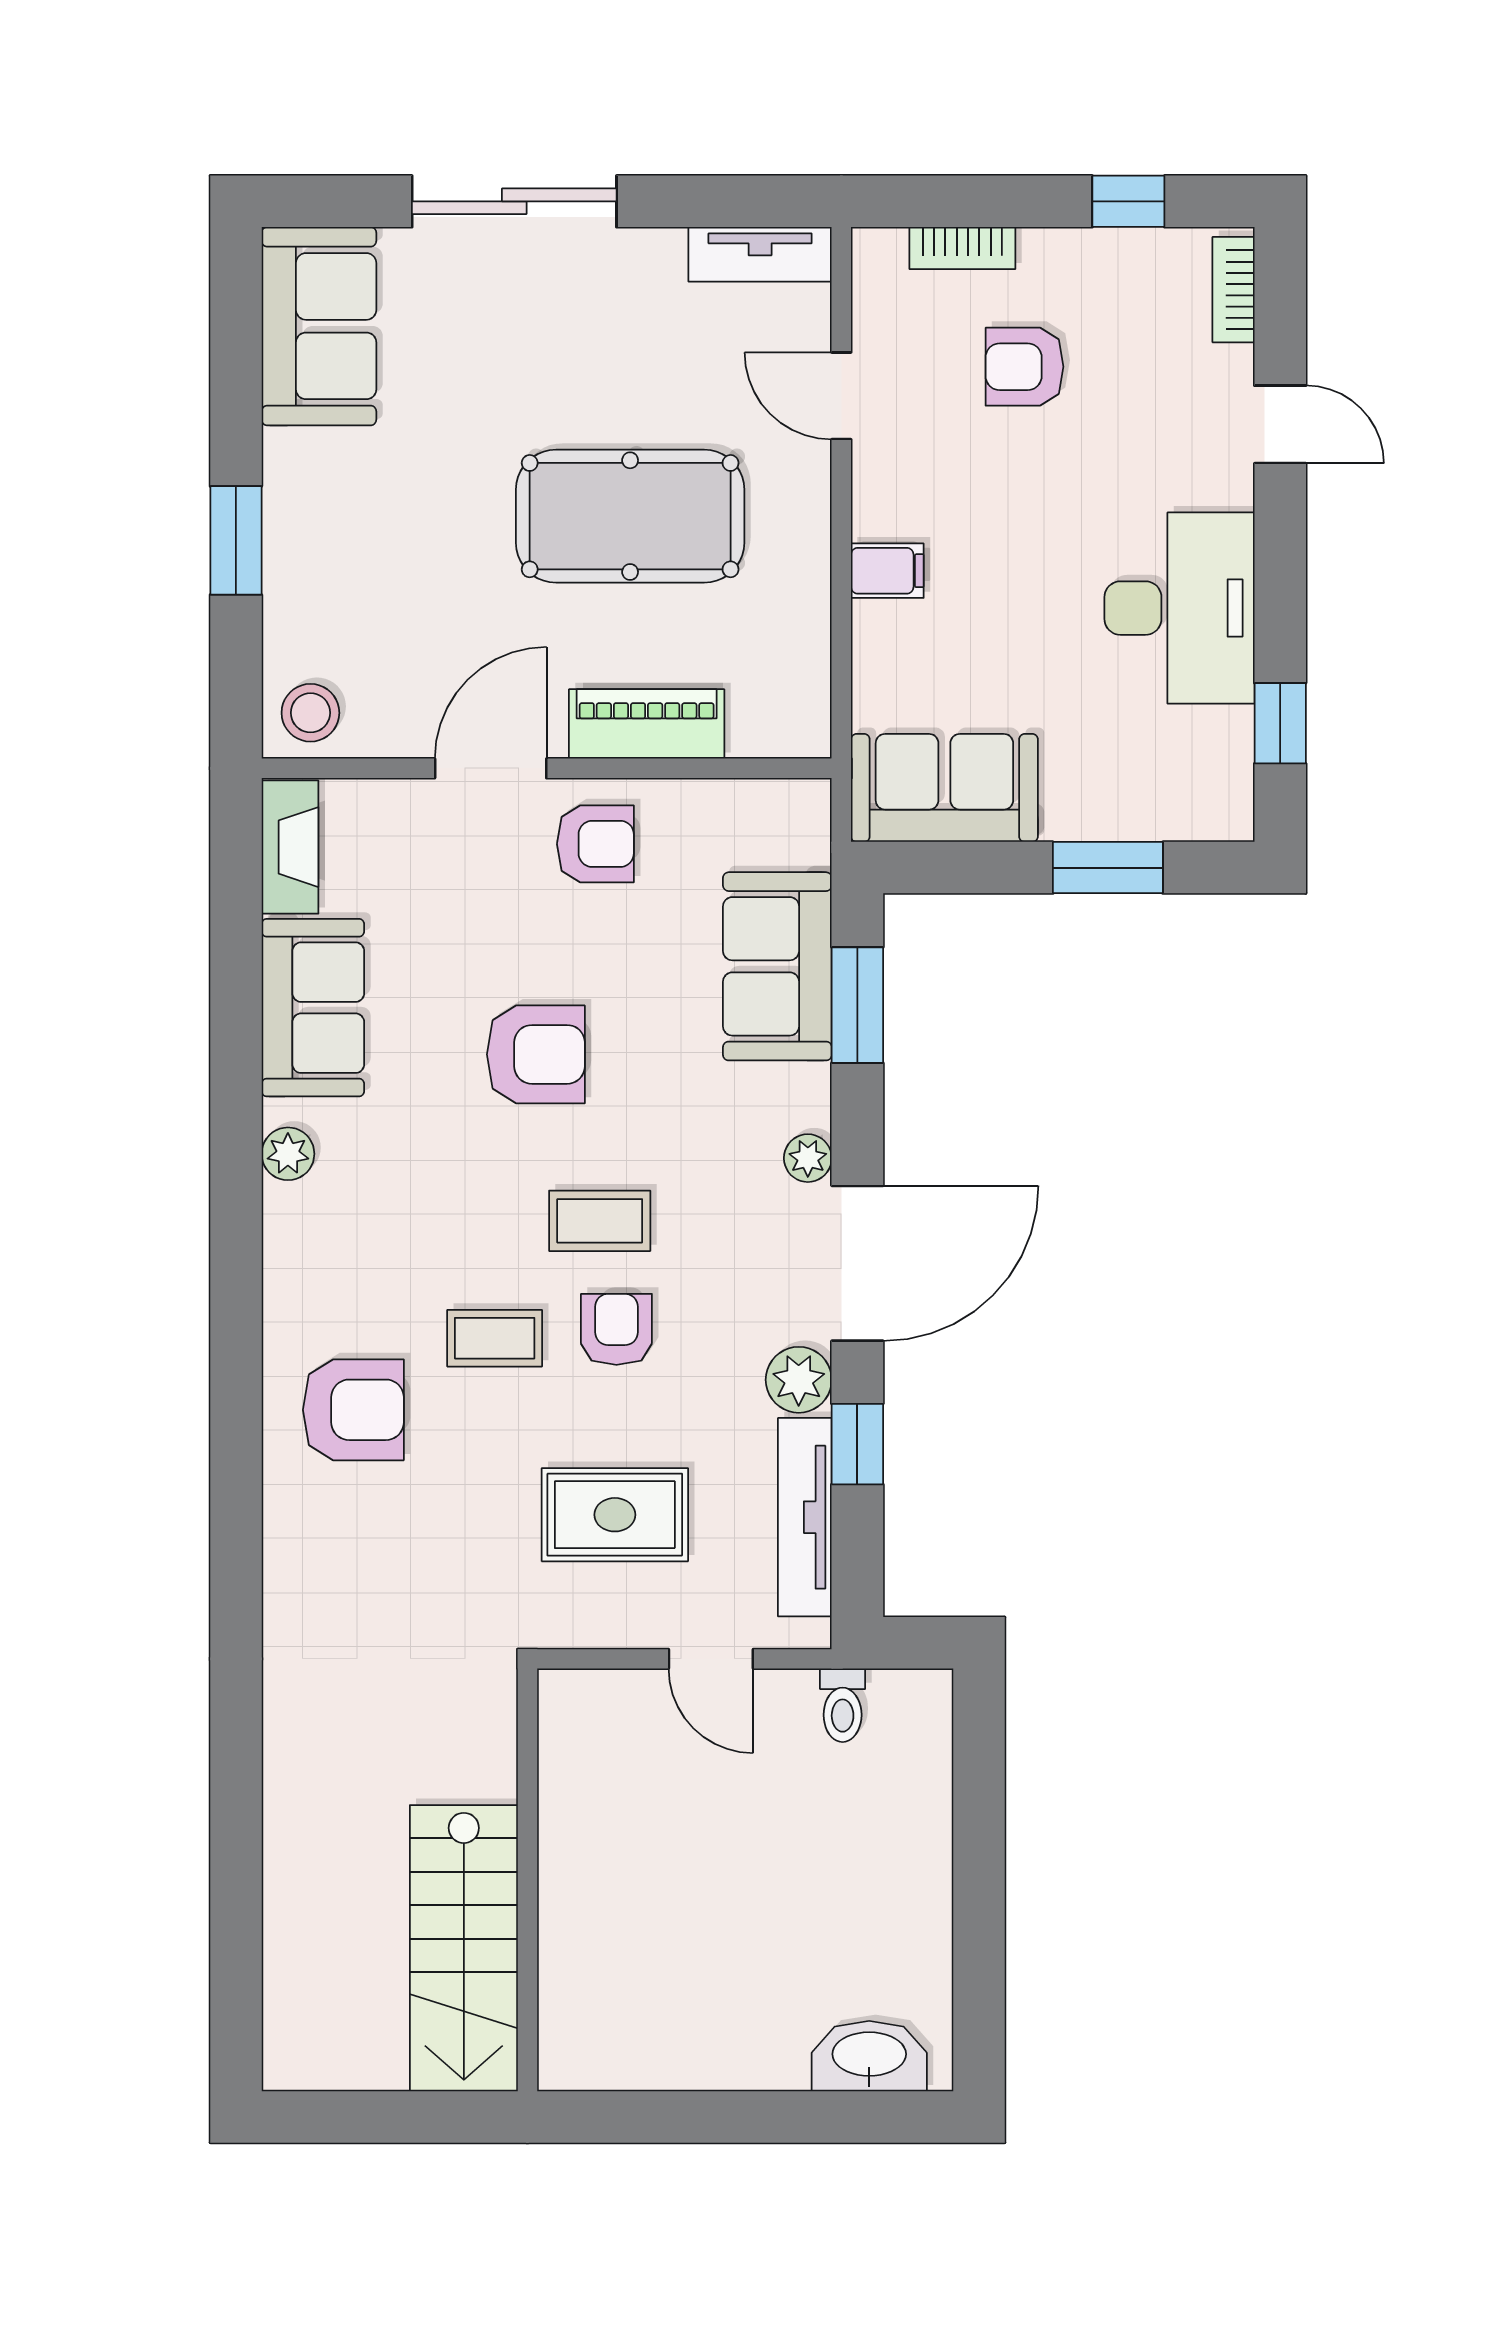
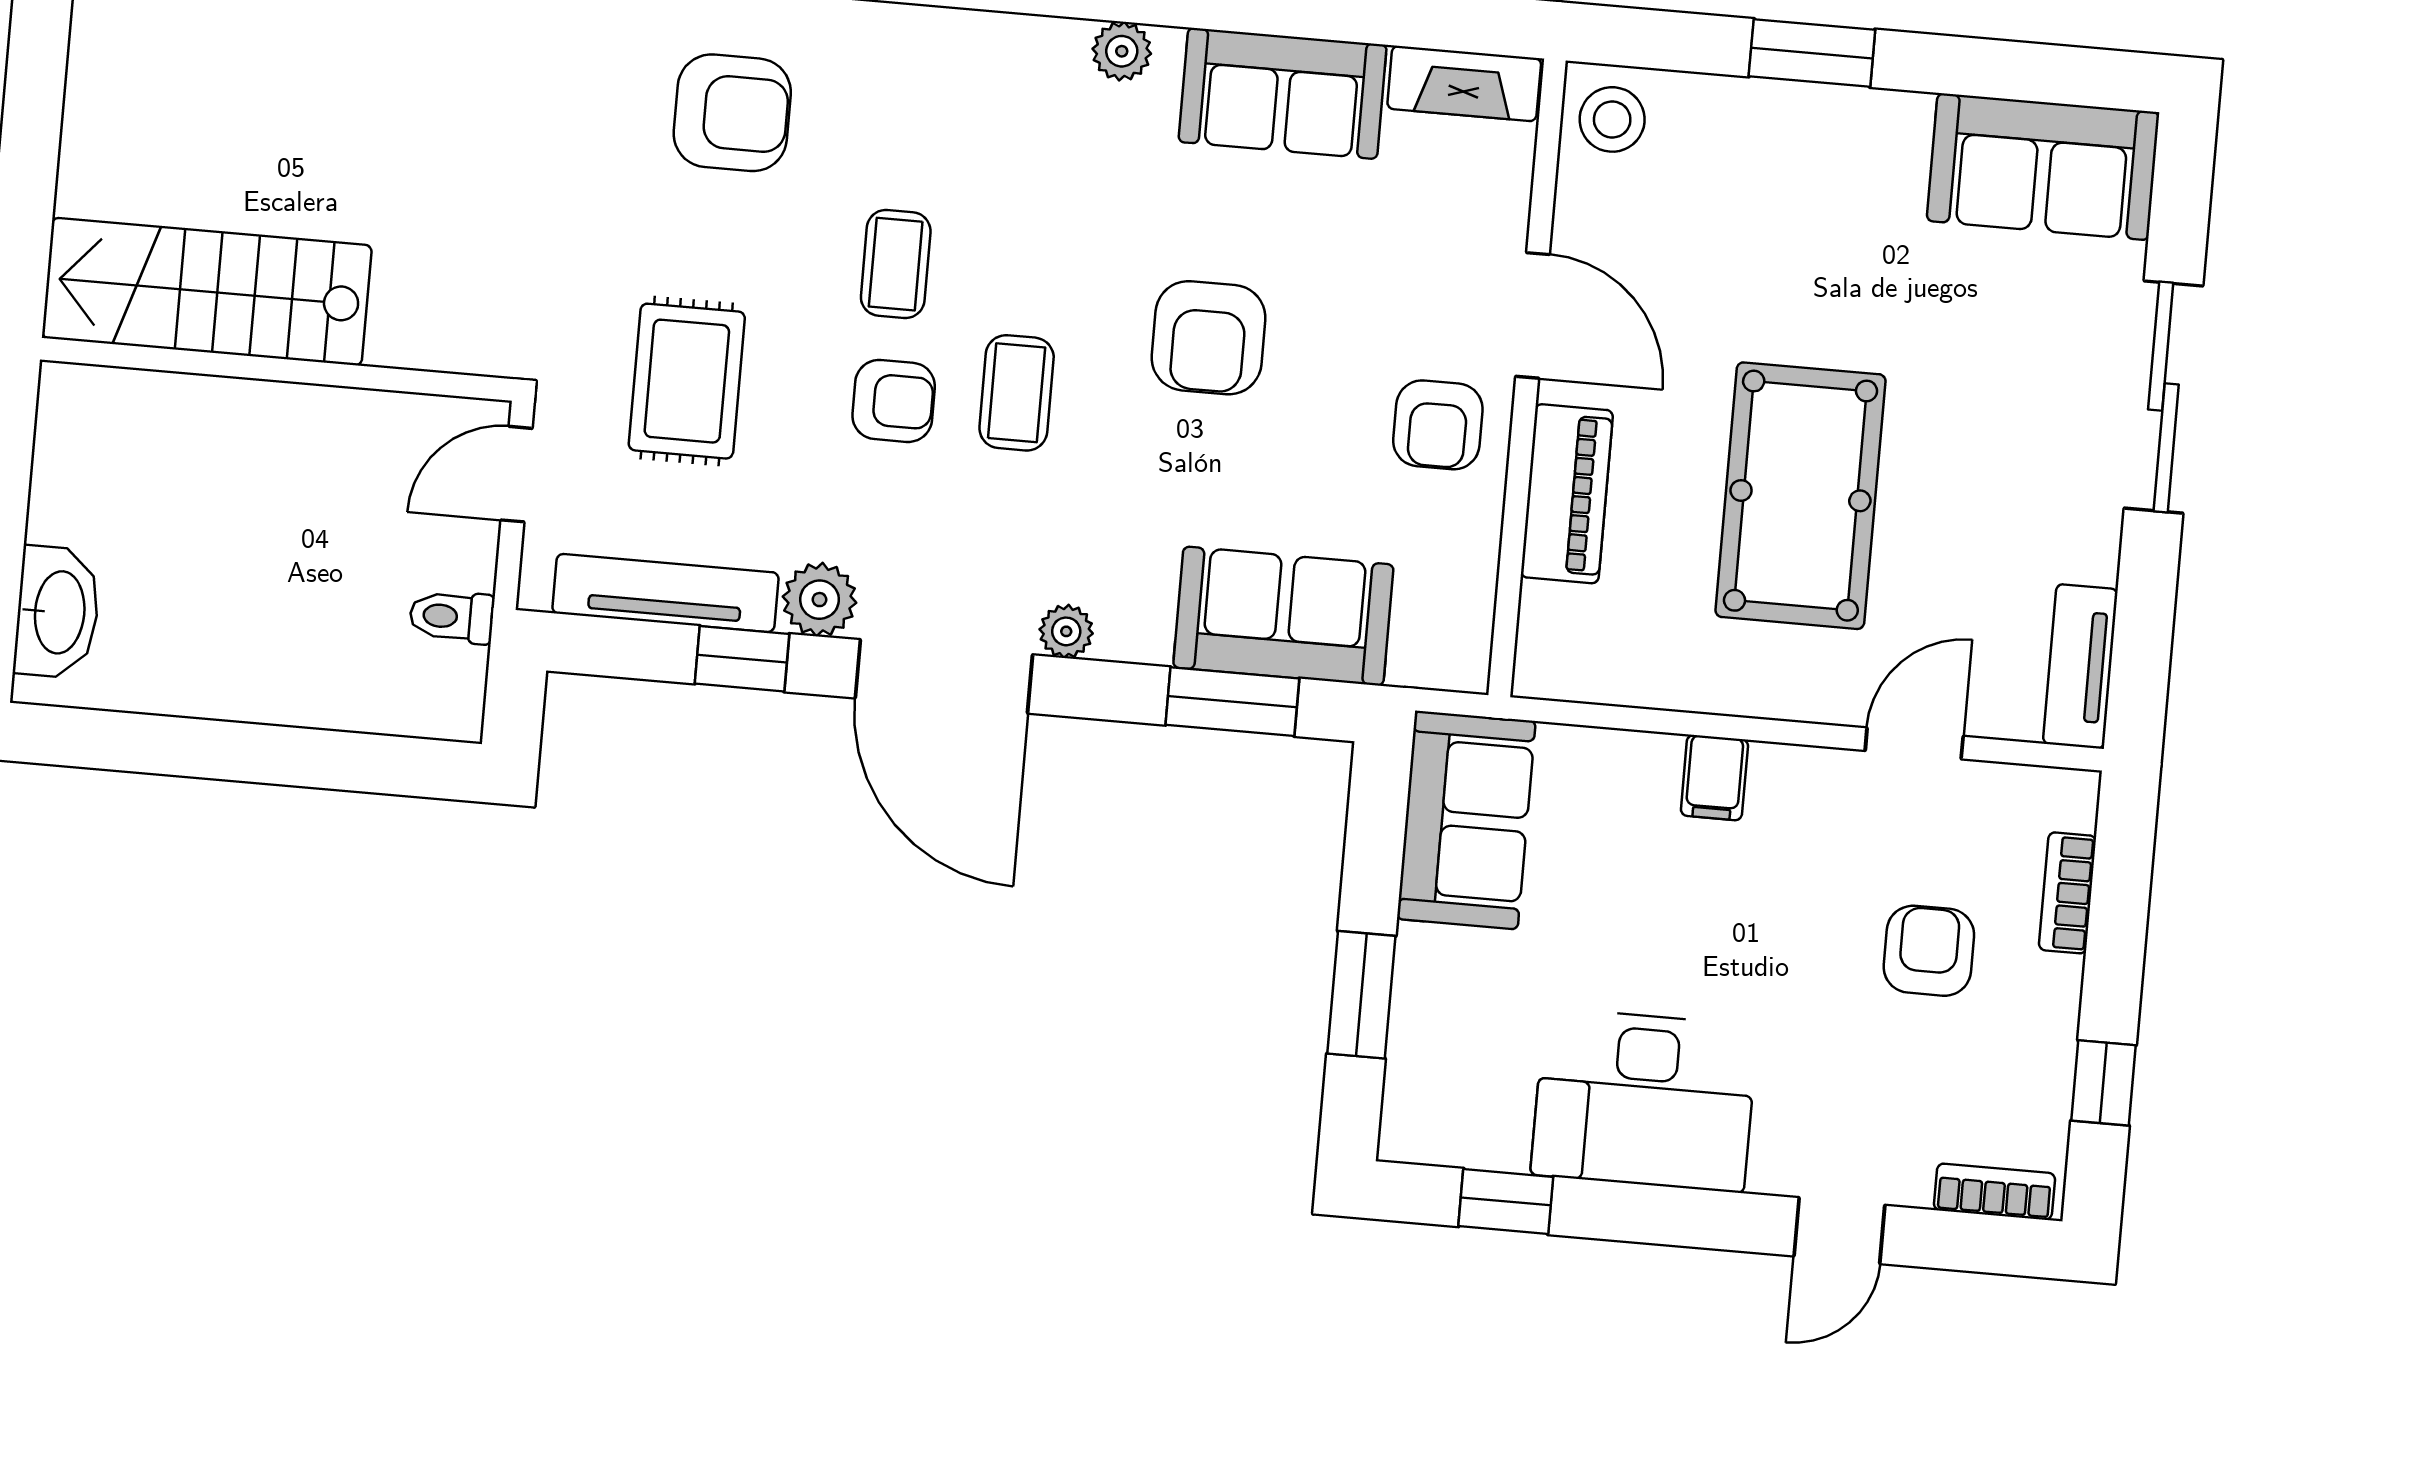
armchair: (353, 1410) -> (732, 113), moved, turned -90
wall: (527, 1880) -> (277, 369), moved
stairs: (464, 1948) -> (207, 292), moved

